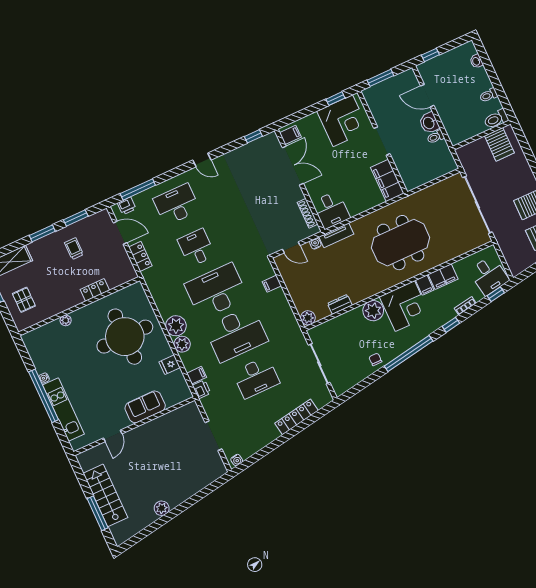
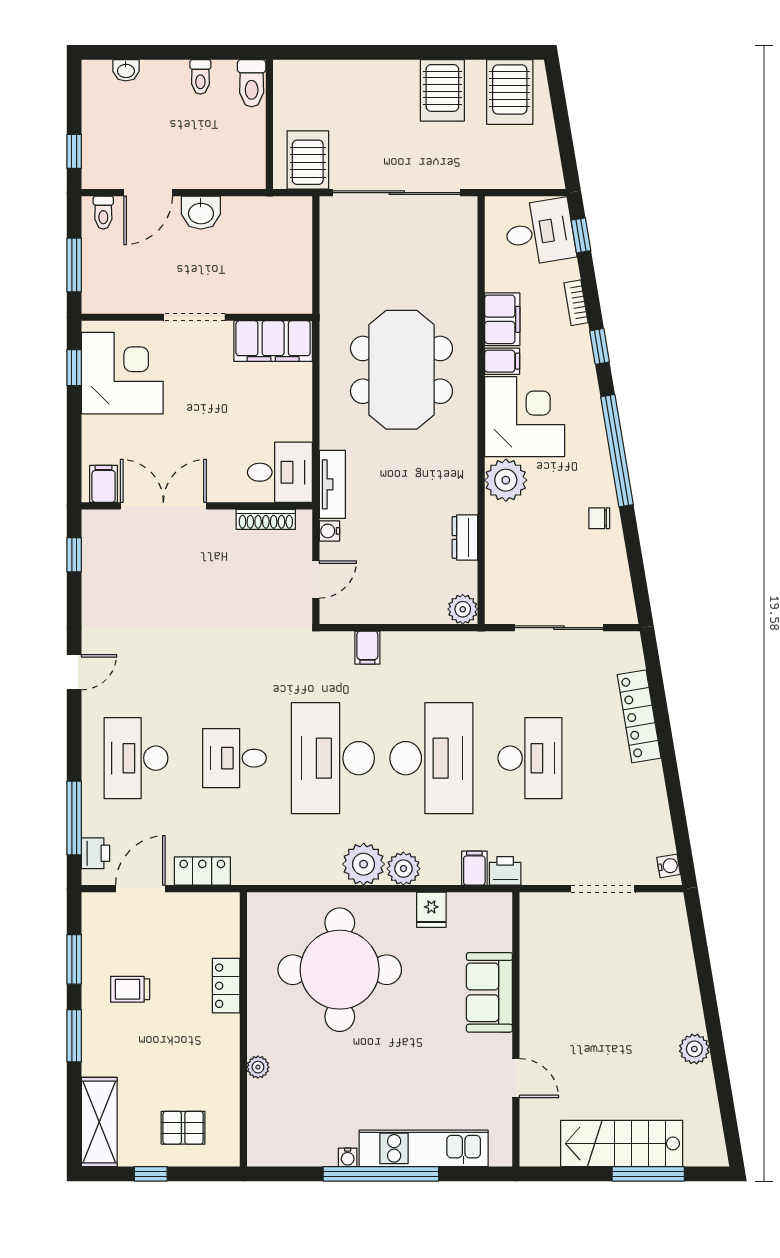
toilet: (436, 137) -> (103, 213), moved
server rack: (499, 144) -> (308, 160), moved, turned -90

